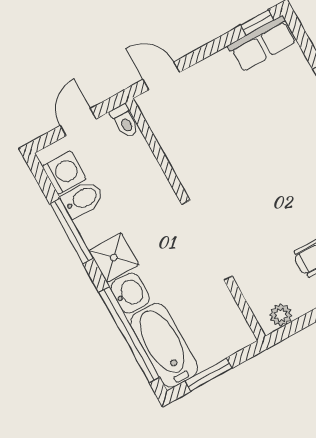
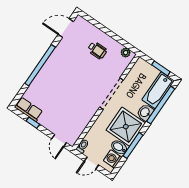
window: (257, 23) -> (33, 123), moved
shower: (114, 258) -> (126, 127), width x1.86, depth x1.86

